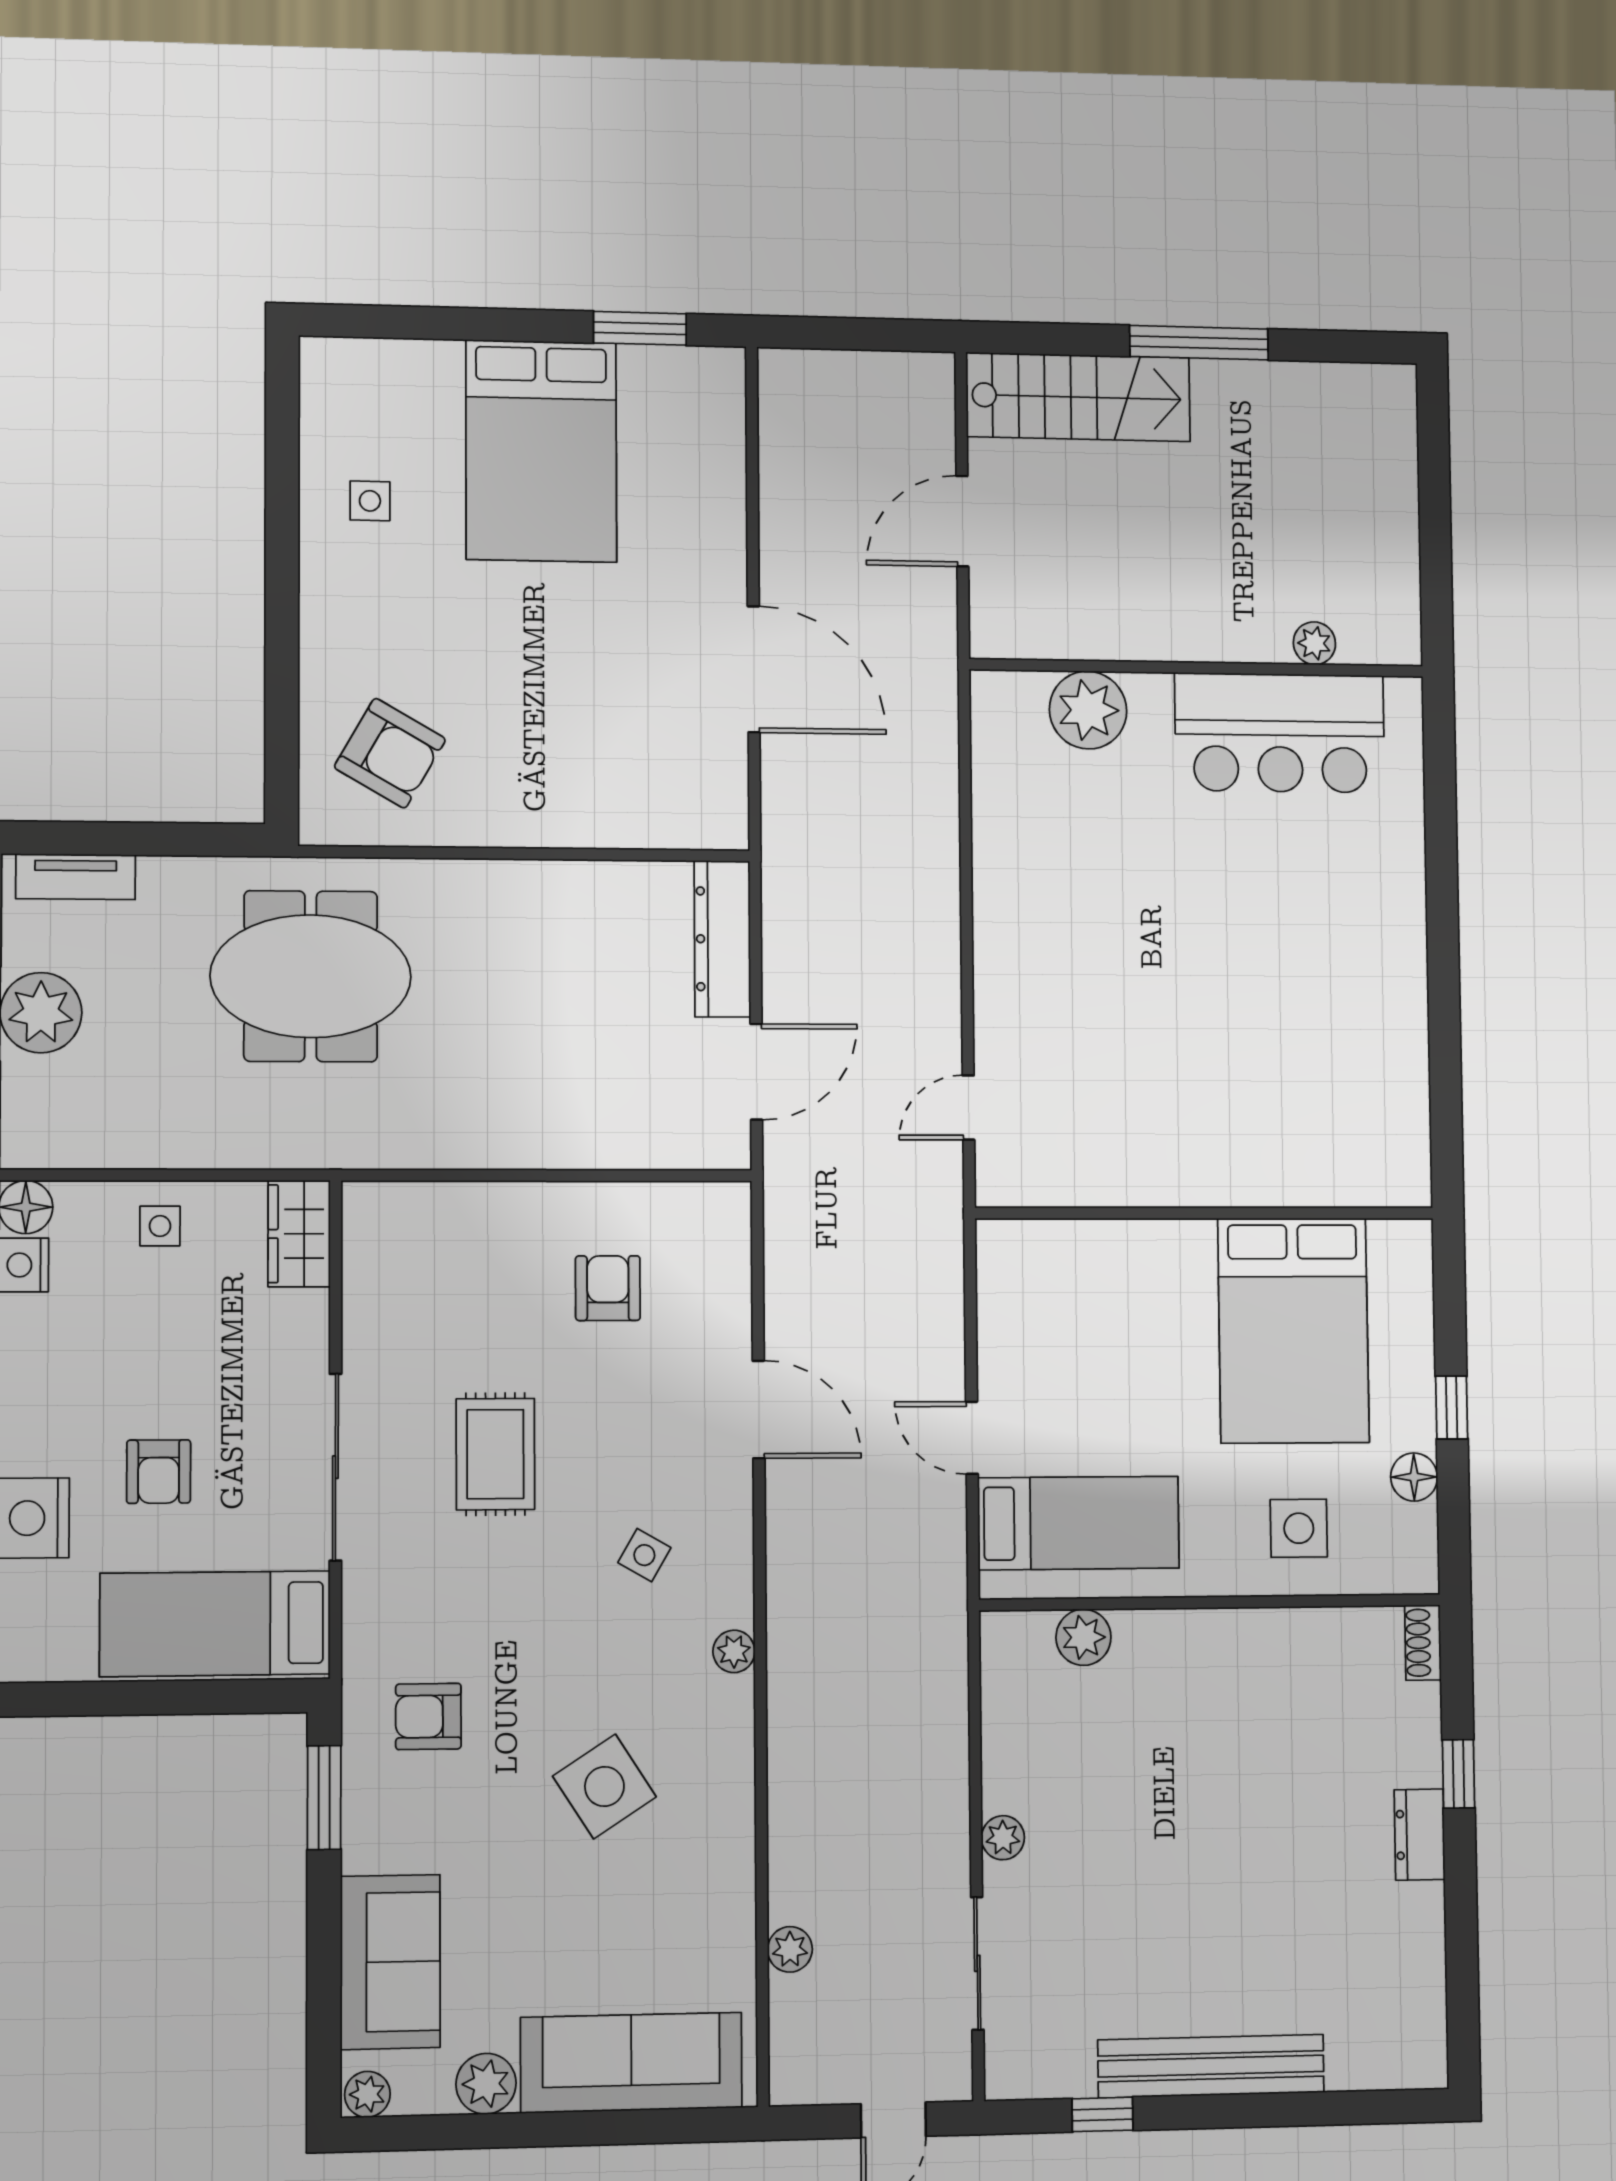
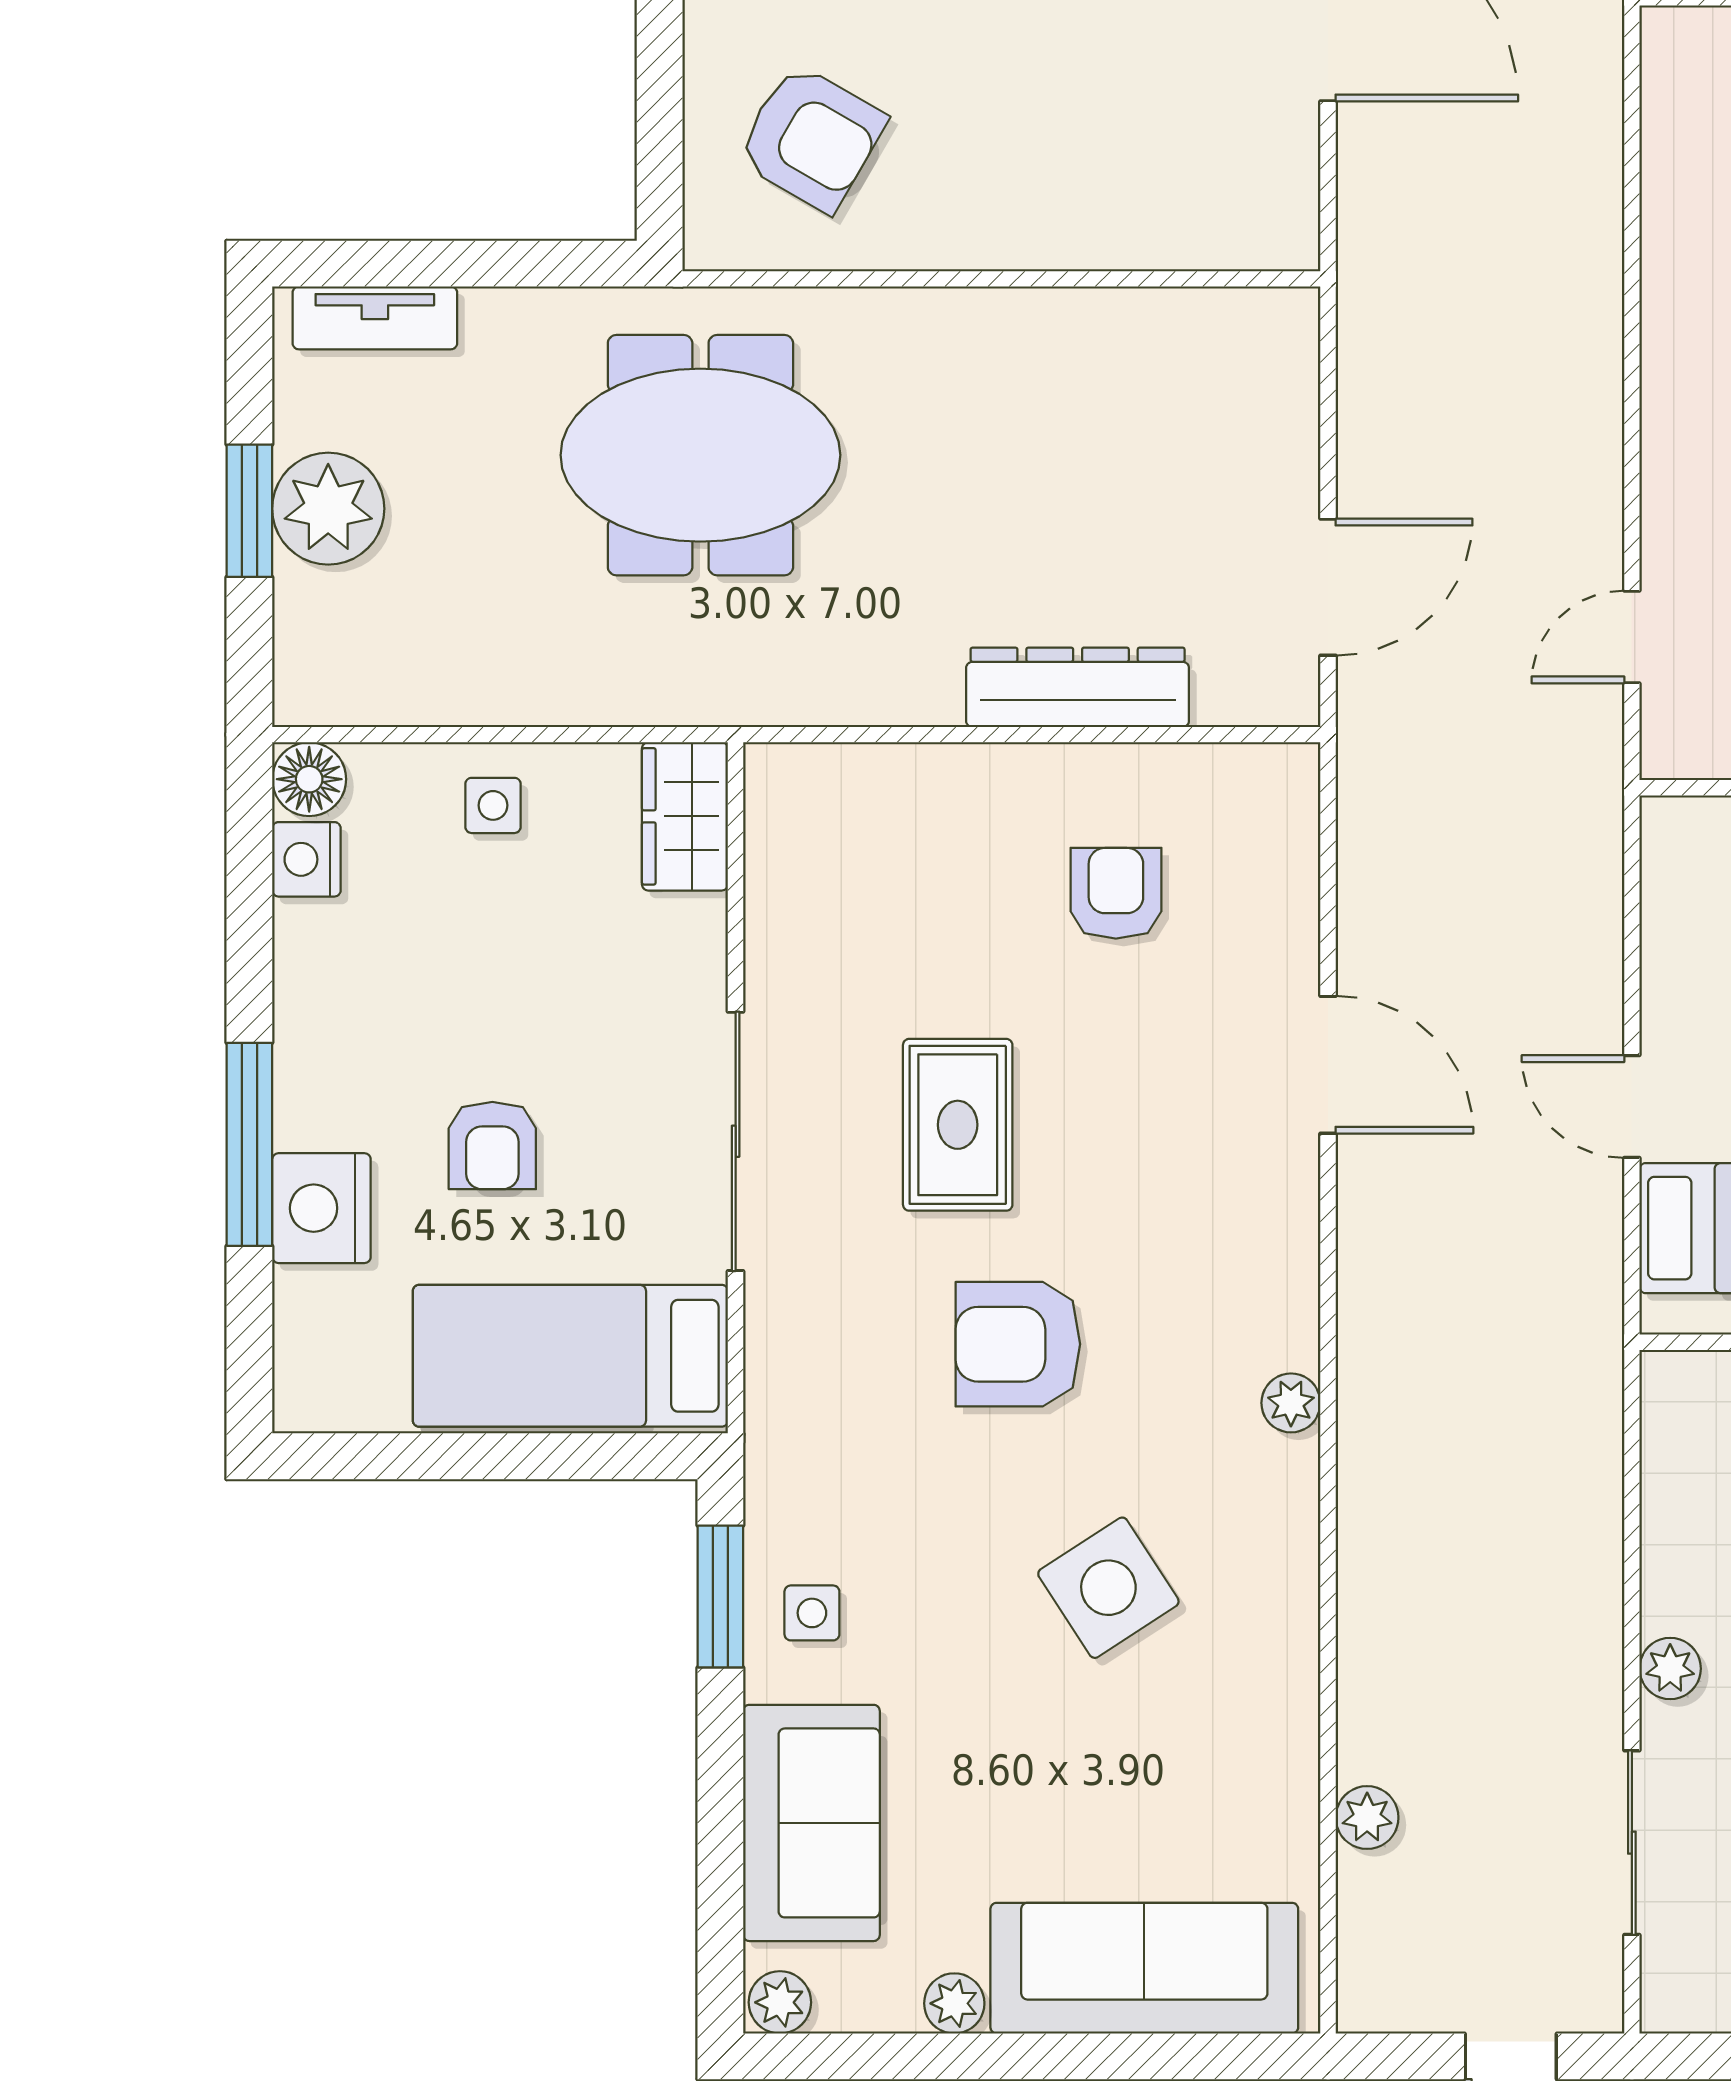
dresser: (722, 939) -> (1078, 687), moved, turned 90
side table: (644, 1555) -> (812, 1613), moved, turned -30
armchair: (428, 1716) -> (1018, 1344), moved, width x1.38, depth x1.38
plant: (486, 2084) -> (954, 2003), width x0.73, depth x0.73

